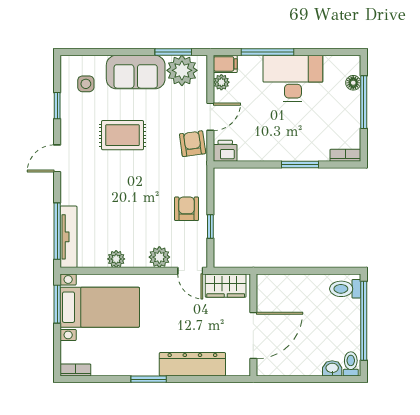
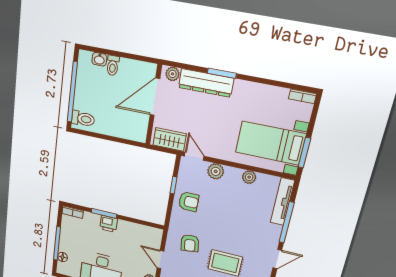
door: (210, 117) -> (161, 260), hinge flipped
armchair: (193, 144) -> (190, 243), moved
printer: (225, 151) -> (109, 224), moved
armchair: (187, 209) -> (189, 202), turned -90
window: (57, 231) -> (287, 222), moved
toilet: (351, 364) -> (113, 65), moved
plant: (236, 367) -> (172, 74), added
window: (149, 379) -> (222, 73), moved

